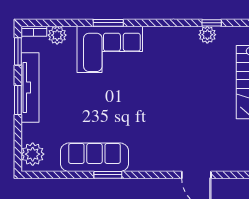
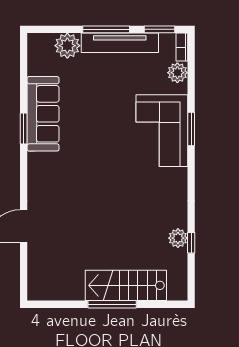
window: (18, 100) -> (106, 29), width x1.44
plant: (33, 154) -> (67, 46), moved

